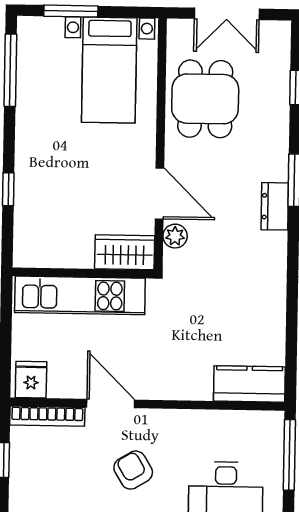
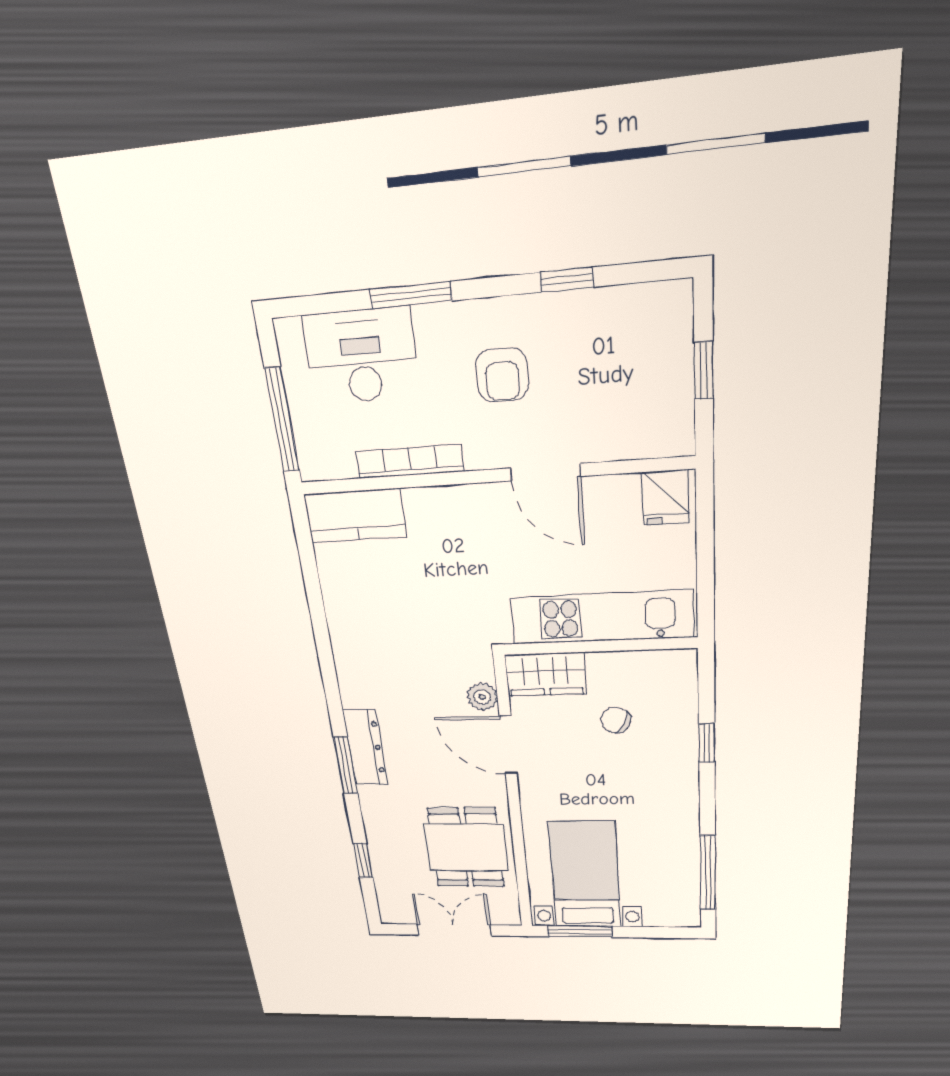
window: (71, 11) -> (580, 931), moved
dresser: (275, 206) -> (365, 747), width x1.44
chair: (75, 211) -> (616, 720), added
bookcase: (47, 416) -> (410, 461), moved
armchair: (133, 470) -> (502, 375), turned 31

